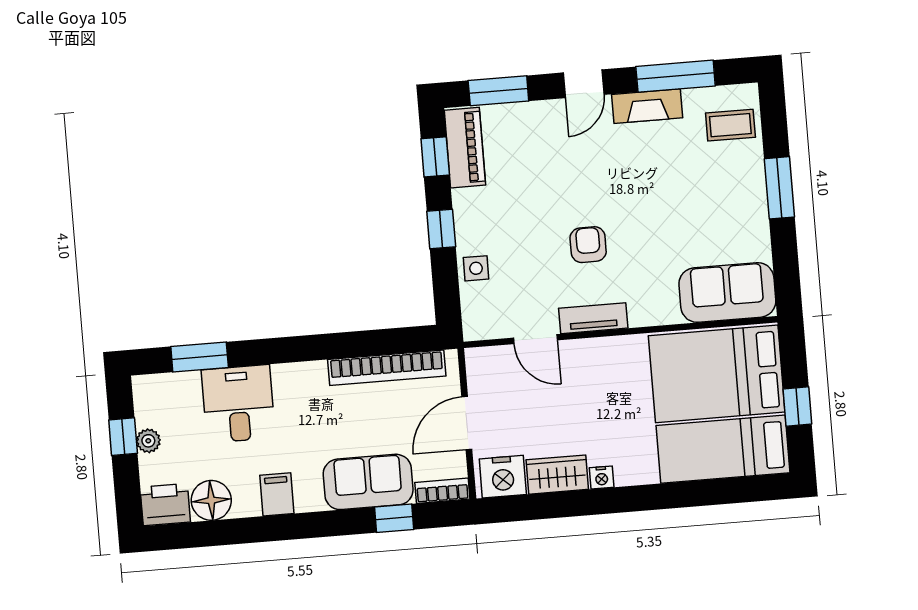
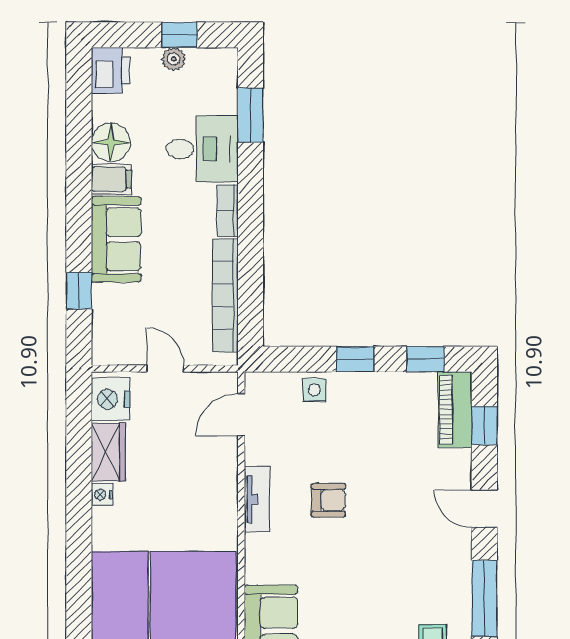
window: (498, 91) -> (484, 426), width x0.67
fireplace: (647, 106) -> (458, 568), removed
piano: (465, 148) -> (455, 410), moved, turned 90
door: (535, 339) -> (241, 415), moved
door: (467, 423) -> (165, 369), width x0.73
sofa: (368, 482) -> (116, 239), moved
bookcase: (442, 491) -> (228, 211), moved, turned 180
floor lamp: (211, 500) -> (111, 142), moved

